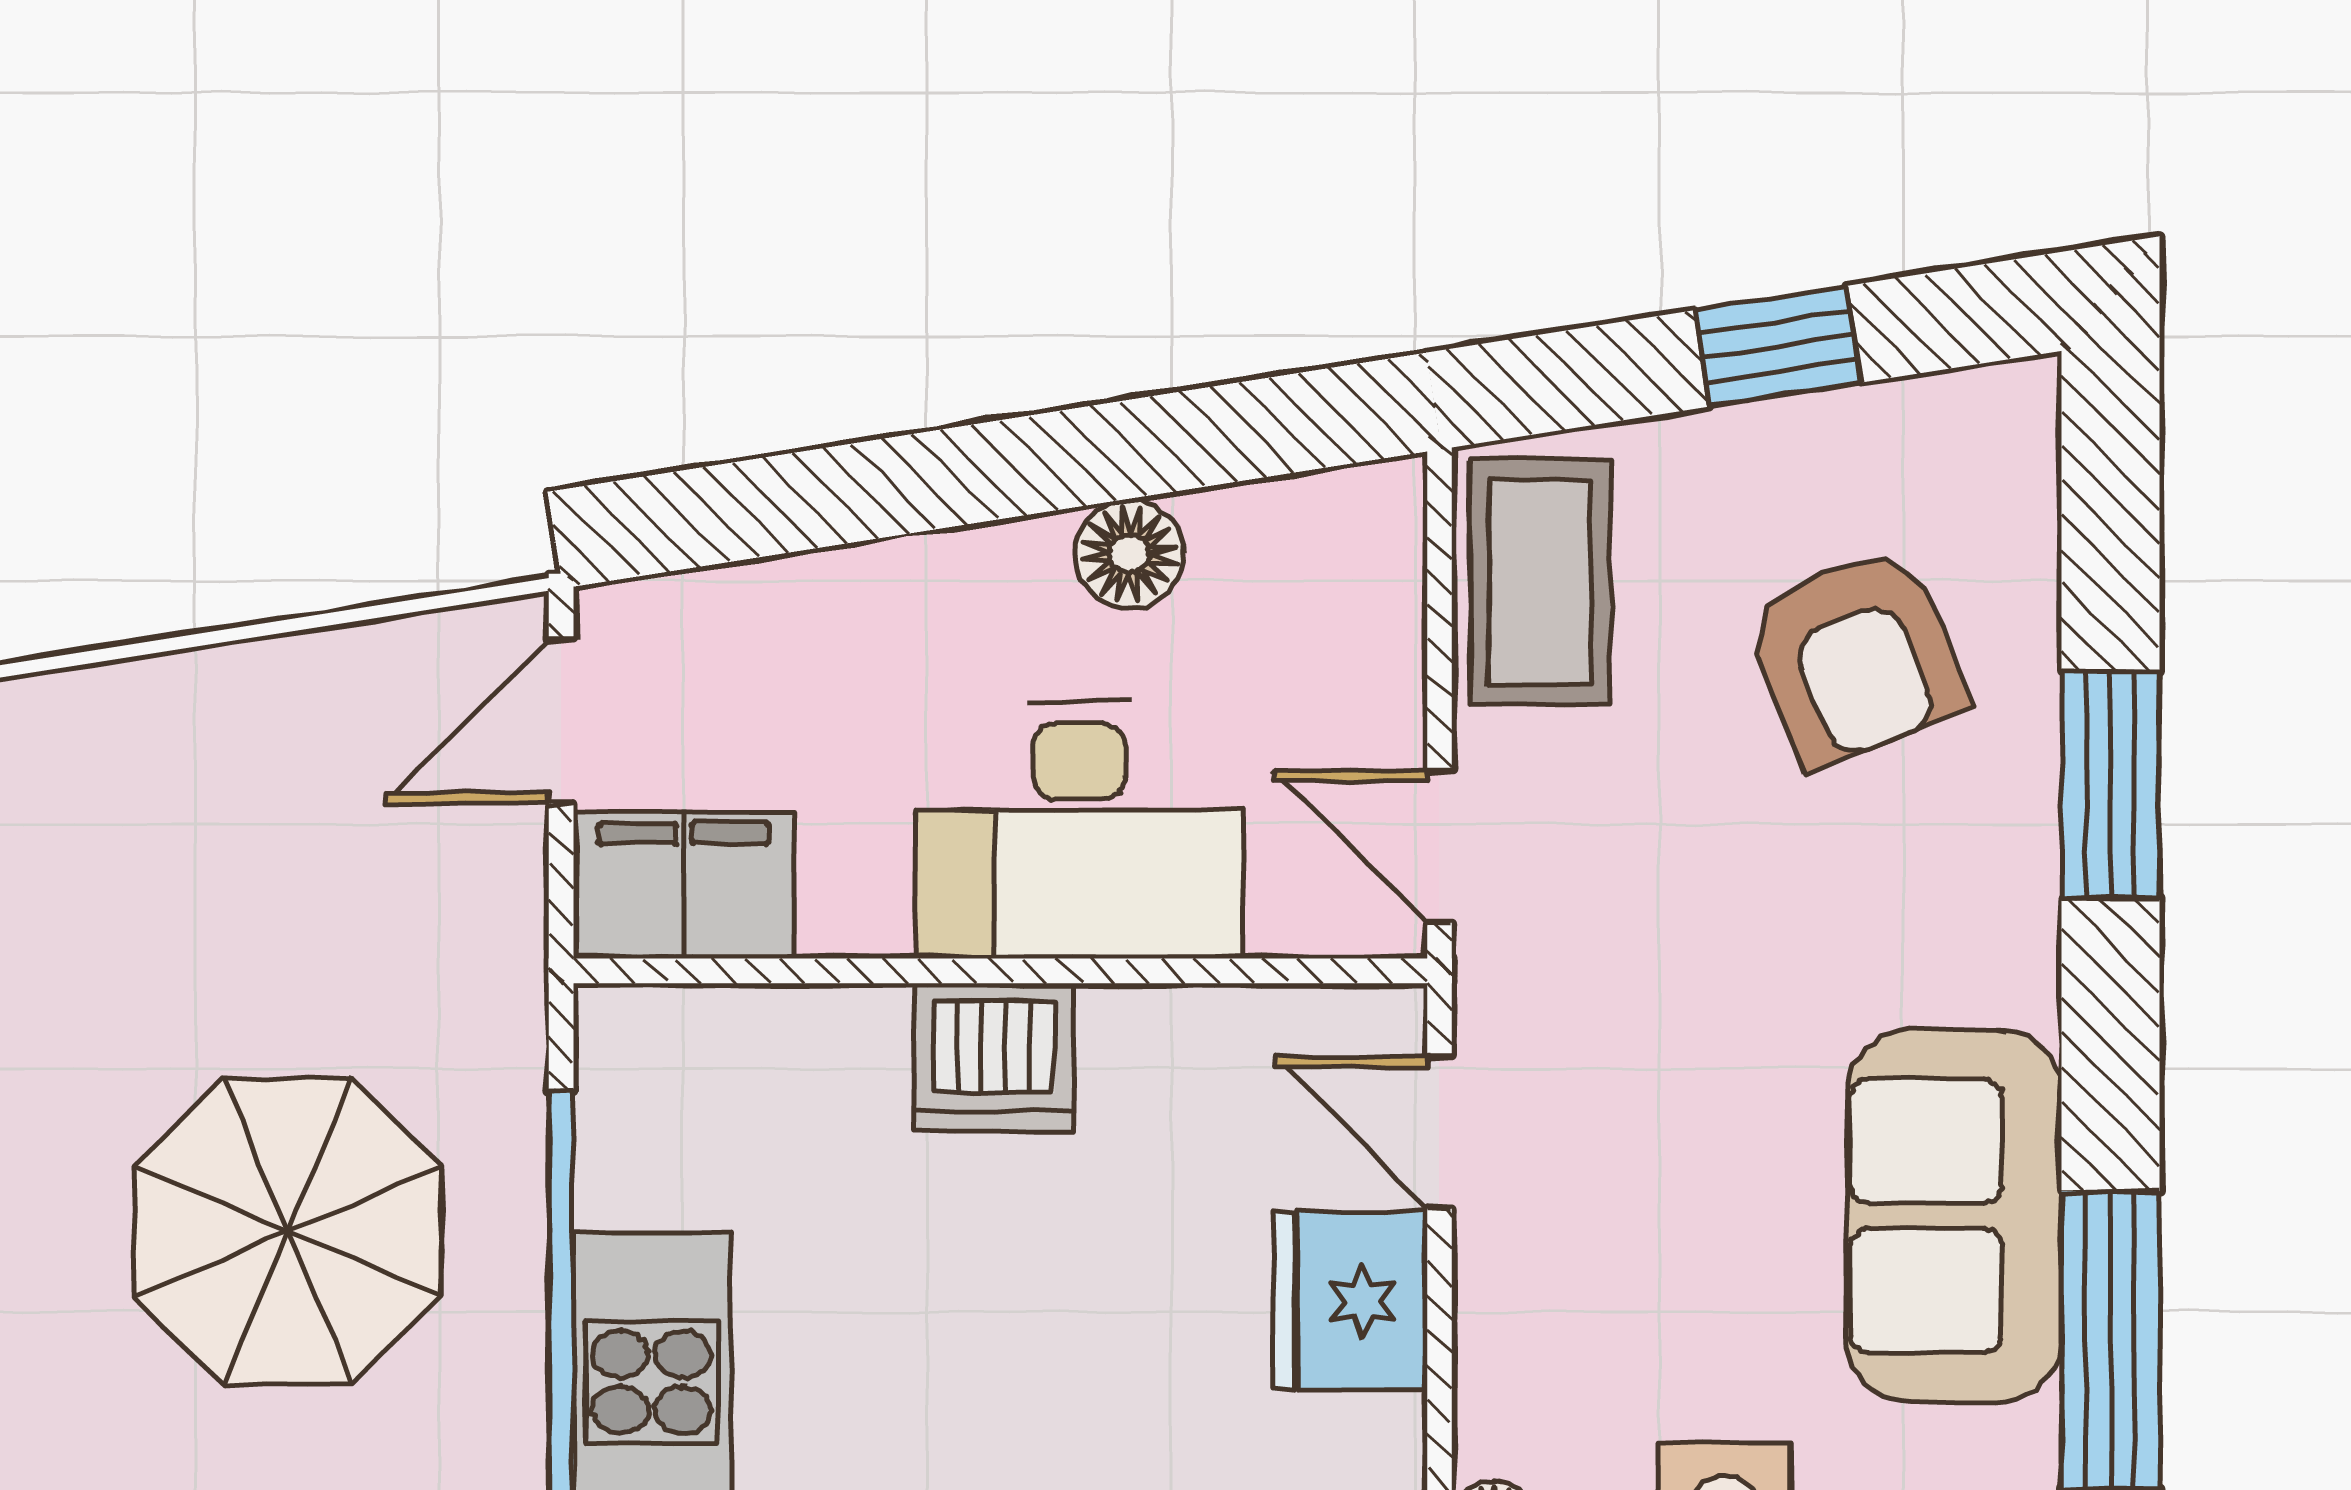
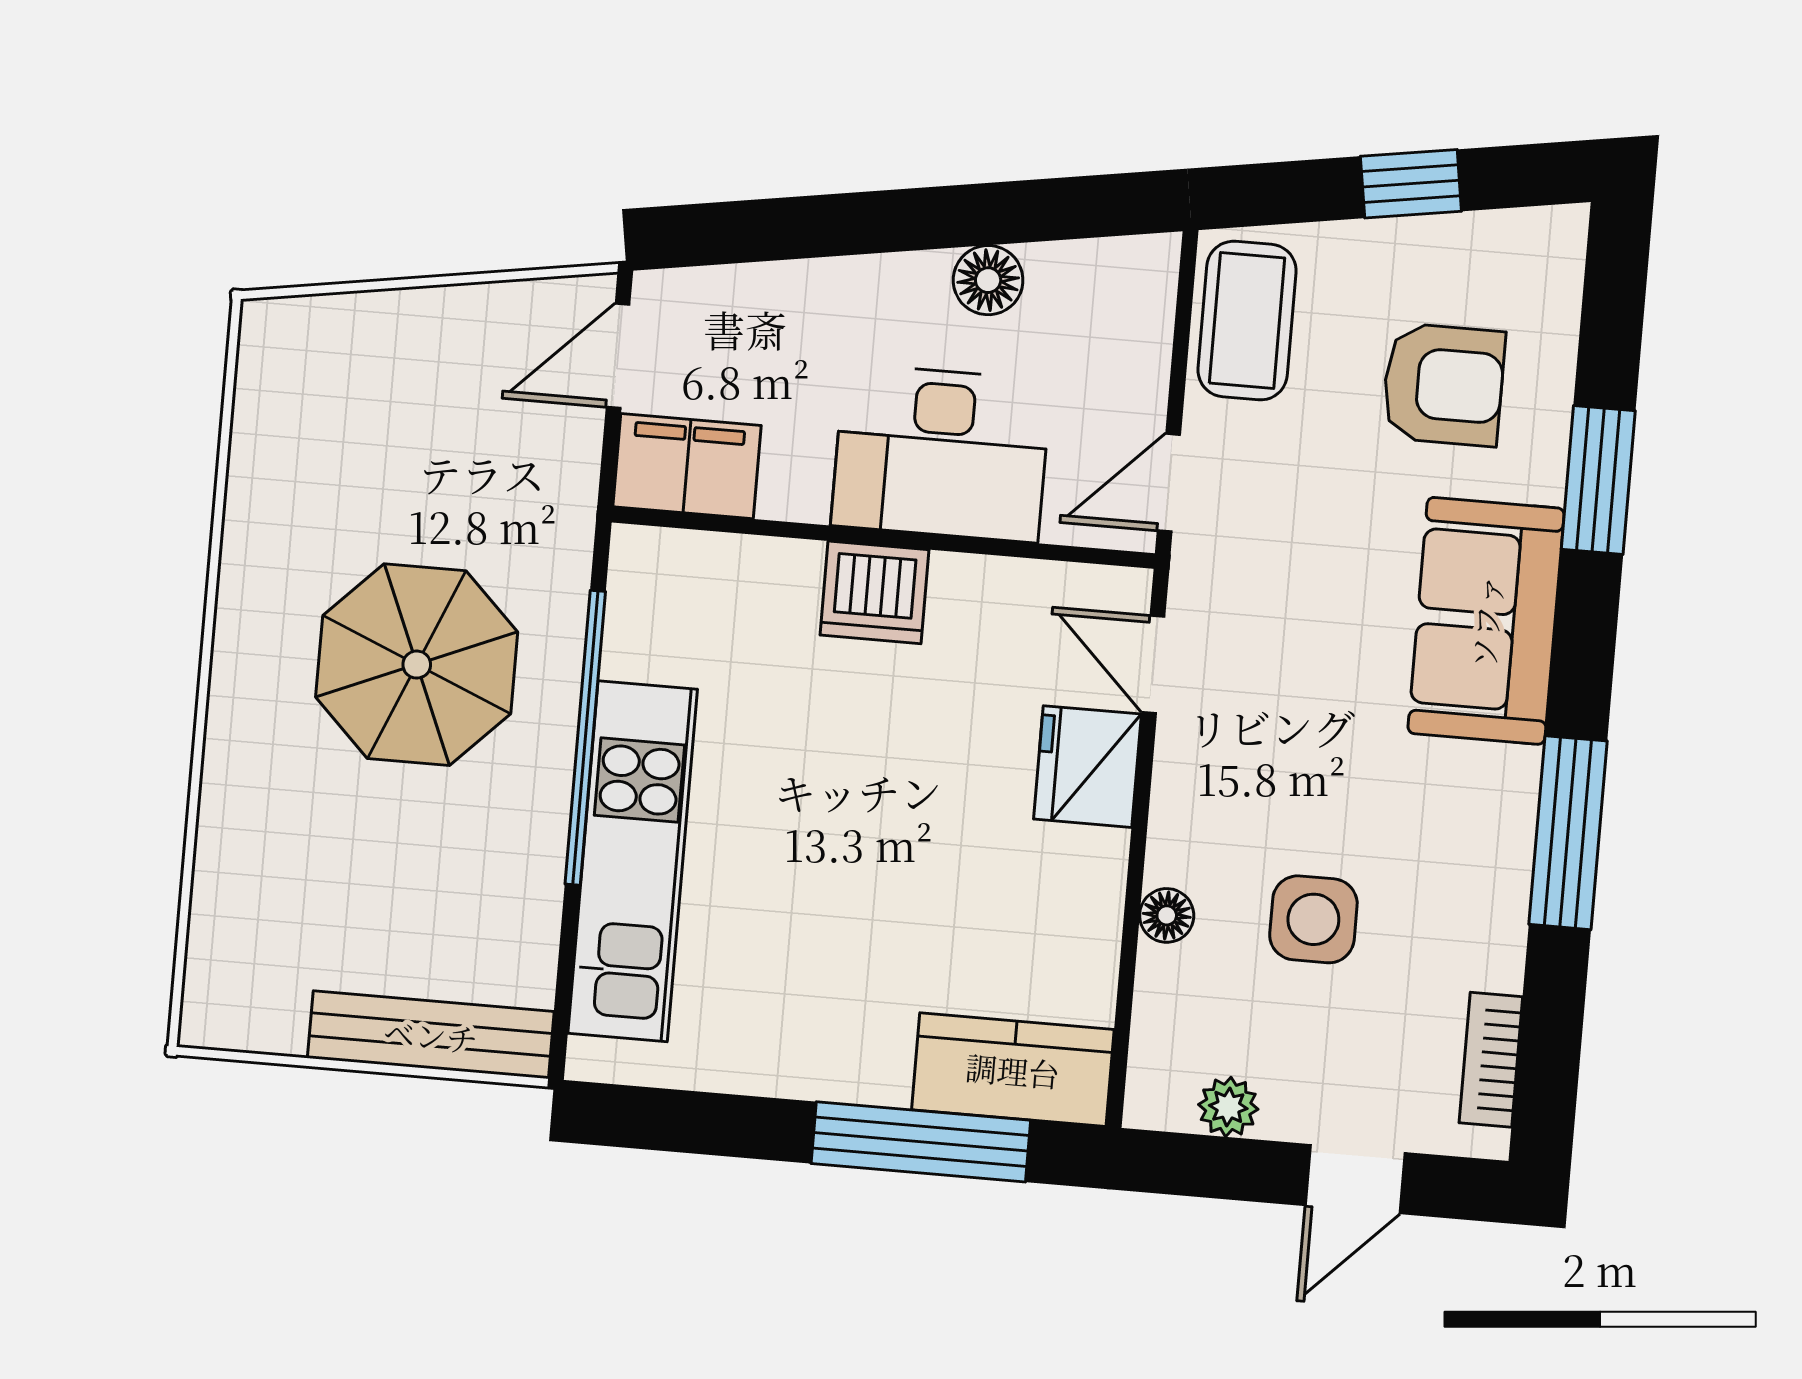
armchair: (1856, 656) -> (1443, 385), turned -68
door: (1439, 846) -> (1169, 483), hinge flipped
sofa: (1954, 1216) -> (1486, 621), moved

